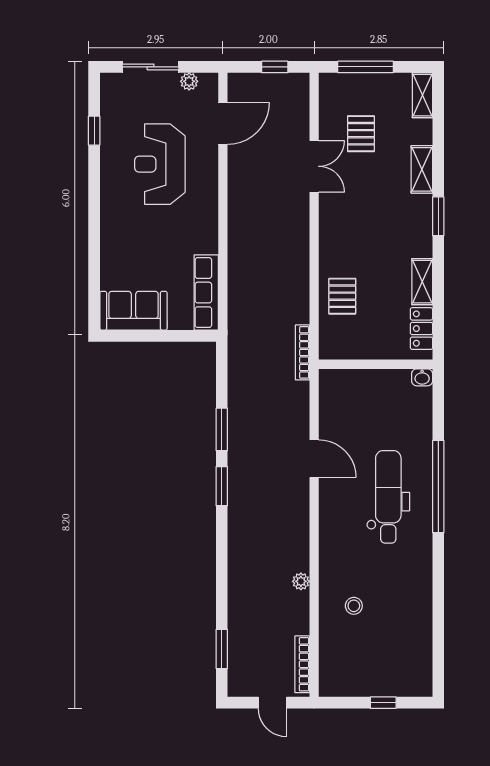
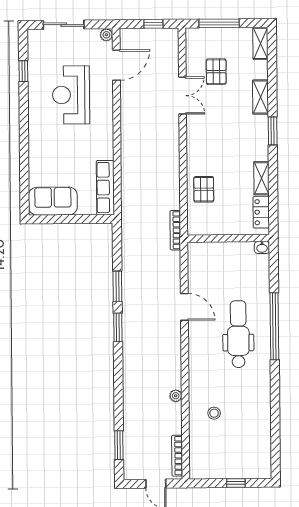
plant: (189, 81) -> (106, 35), moved

